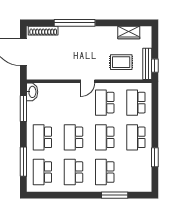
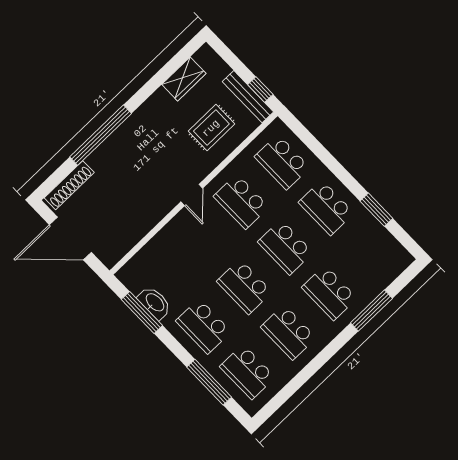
washbasin: (32, 92) -> (155, 303), moved

